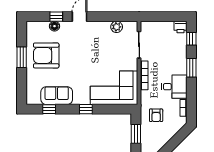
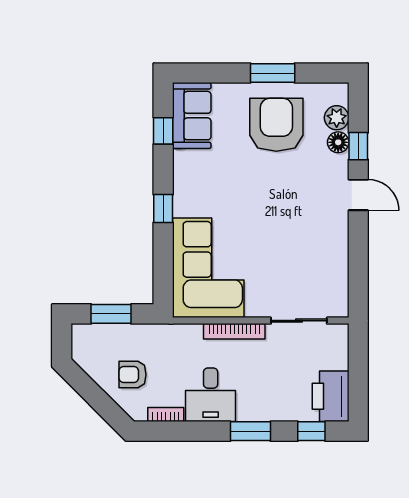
plant: (117, 27) -> (337, 118), moved
printer: (181, 27) -> (331, 396), width x1.87, depth x1.48
sofa: (57, 96) -> (192, 116), moved
armchair: (156, 115) -> (132, 375), moved

